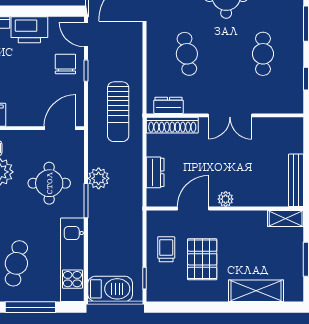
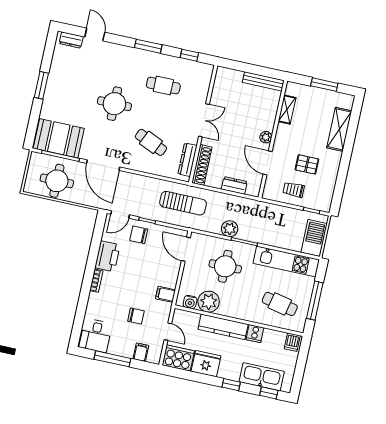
cafe table: (187, 54) -> (151, 142), turned 33
dresser: (169, 105) -> (187, 160), width x1.44
shelving: (286, 218) -> (287, 110), moved
pallet: (202, 259) -> (307, 164), width x0.67, depth x0.71

